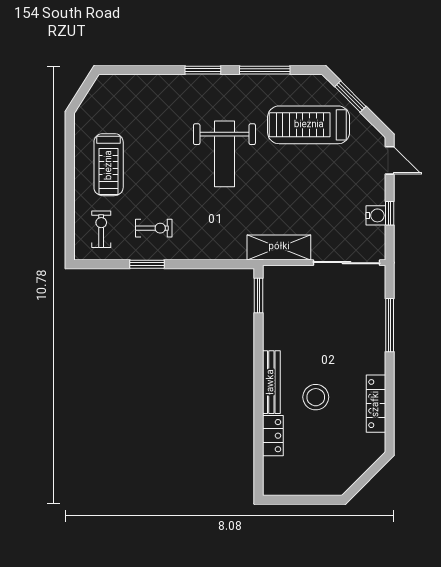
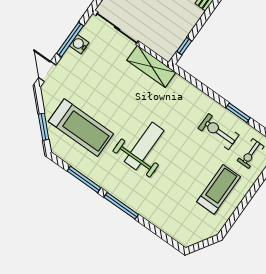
window: (203, 70) -> (121, 206), width x1.44
window: (390, 213) -> (70, 40), width x2.17
exercise bike: (154, 228) -> (219, 132), width x1.38, depth x1.39
window: (258, 296) -> (184, 46), width x0.67

